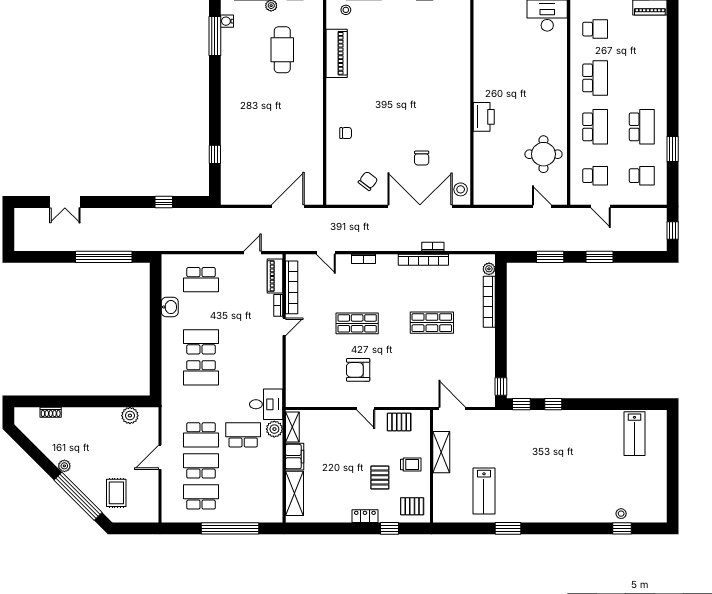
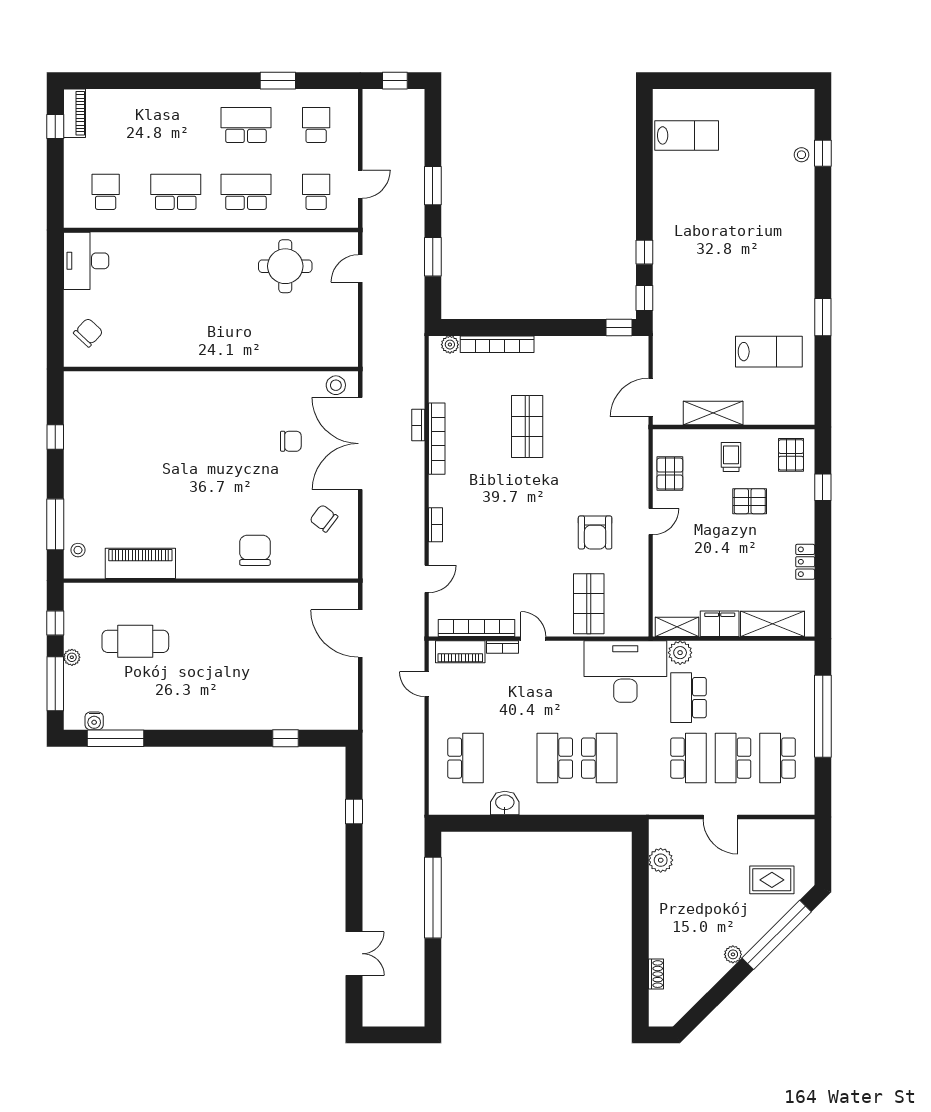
chair: (497, 17) -> (88, 333), added
printer: (484, 117) -> (232, 352), removed
chair: (346, 133) -> (255, 550), width x1.87, depth x1.87
shop shelf: (357, 323) -> (589, 604), moved
desk: (266, 404) -> (625, 672), width x1.87, depth x1.30
locker: (365, 516) -> (805, 562), moved

